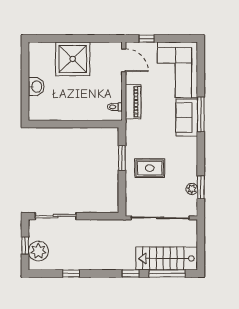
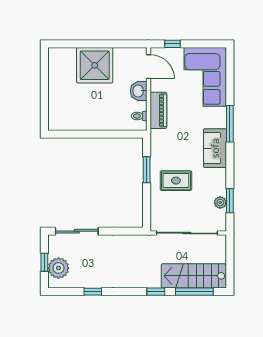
washbasin: (36, 87) -> (139, 91), moved, turned 180
sofa: (187, 118) -> (215, 148), moved

